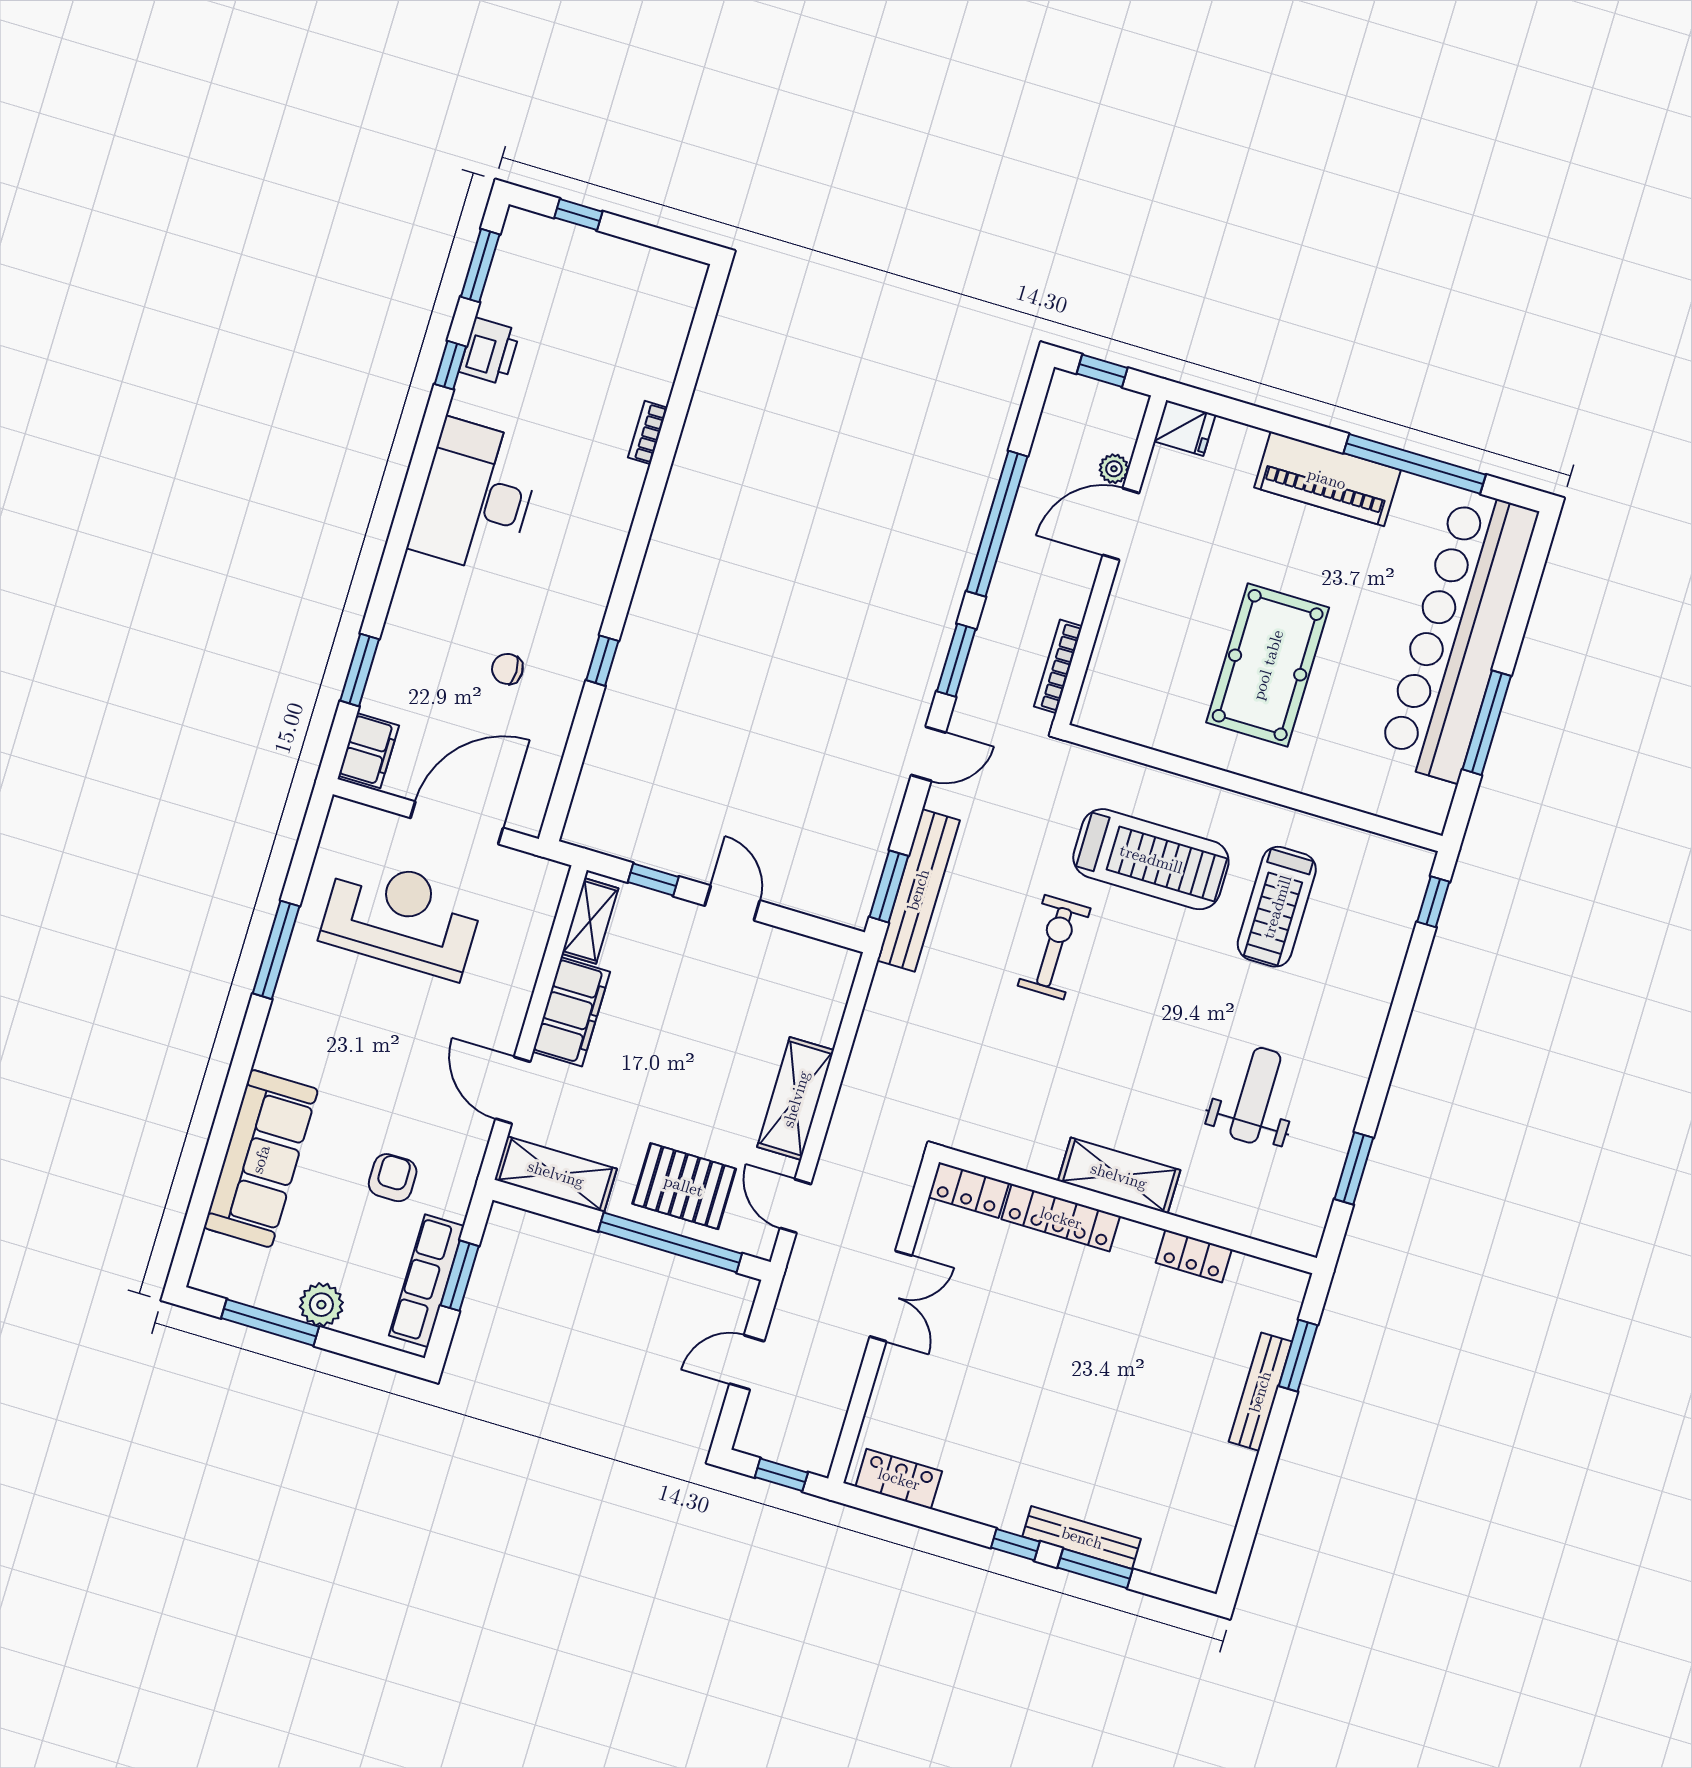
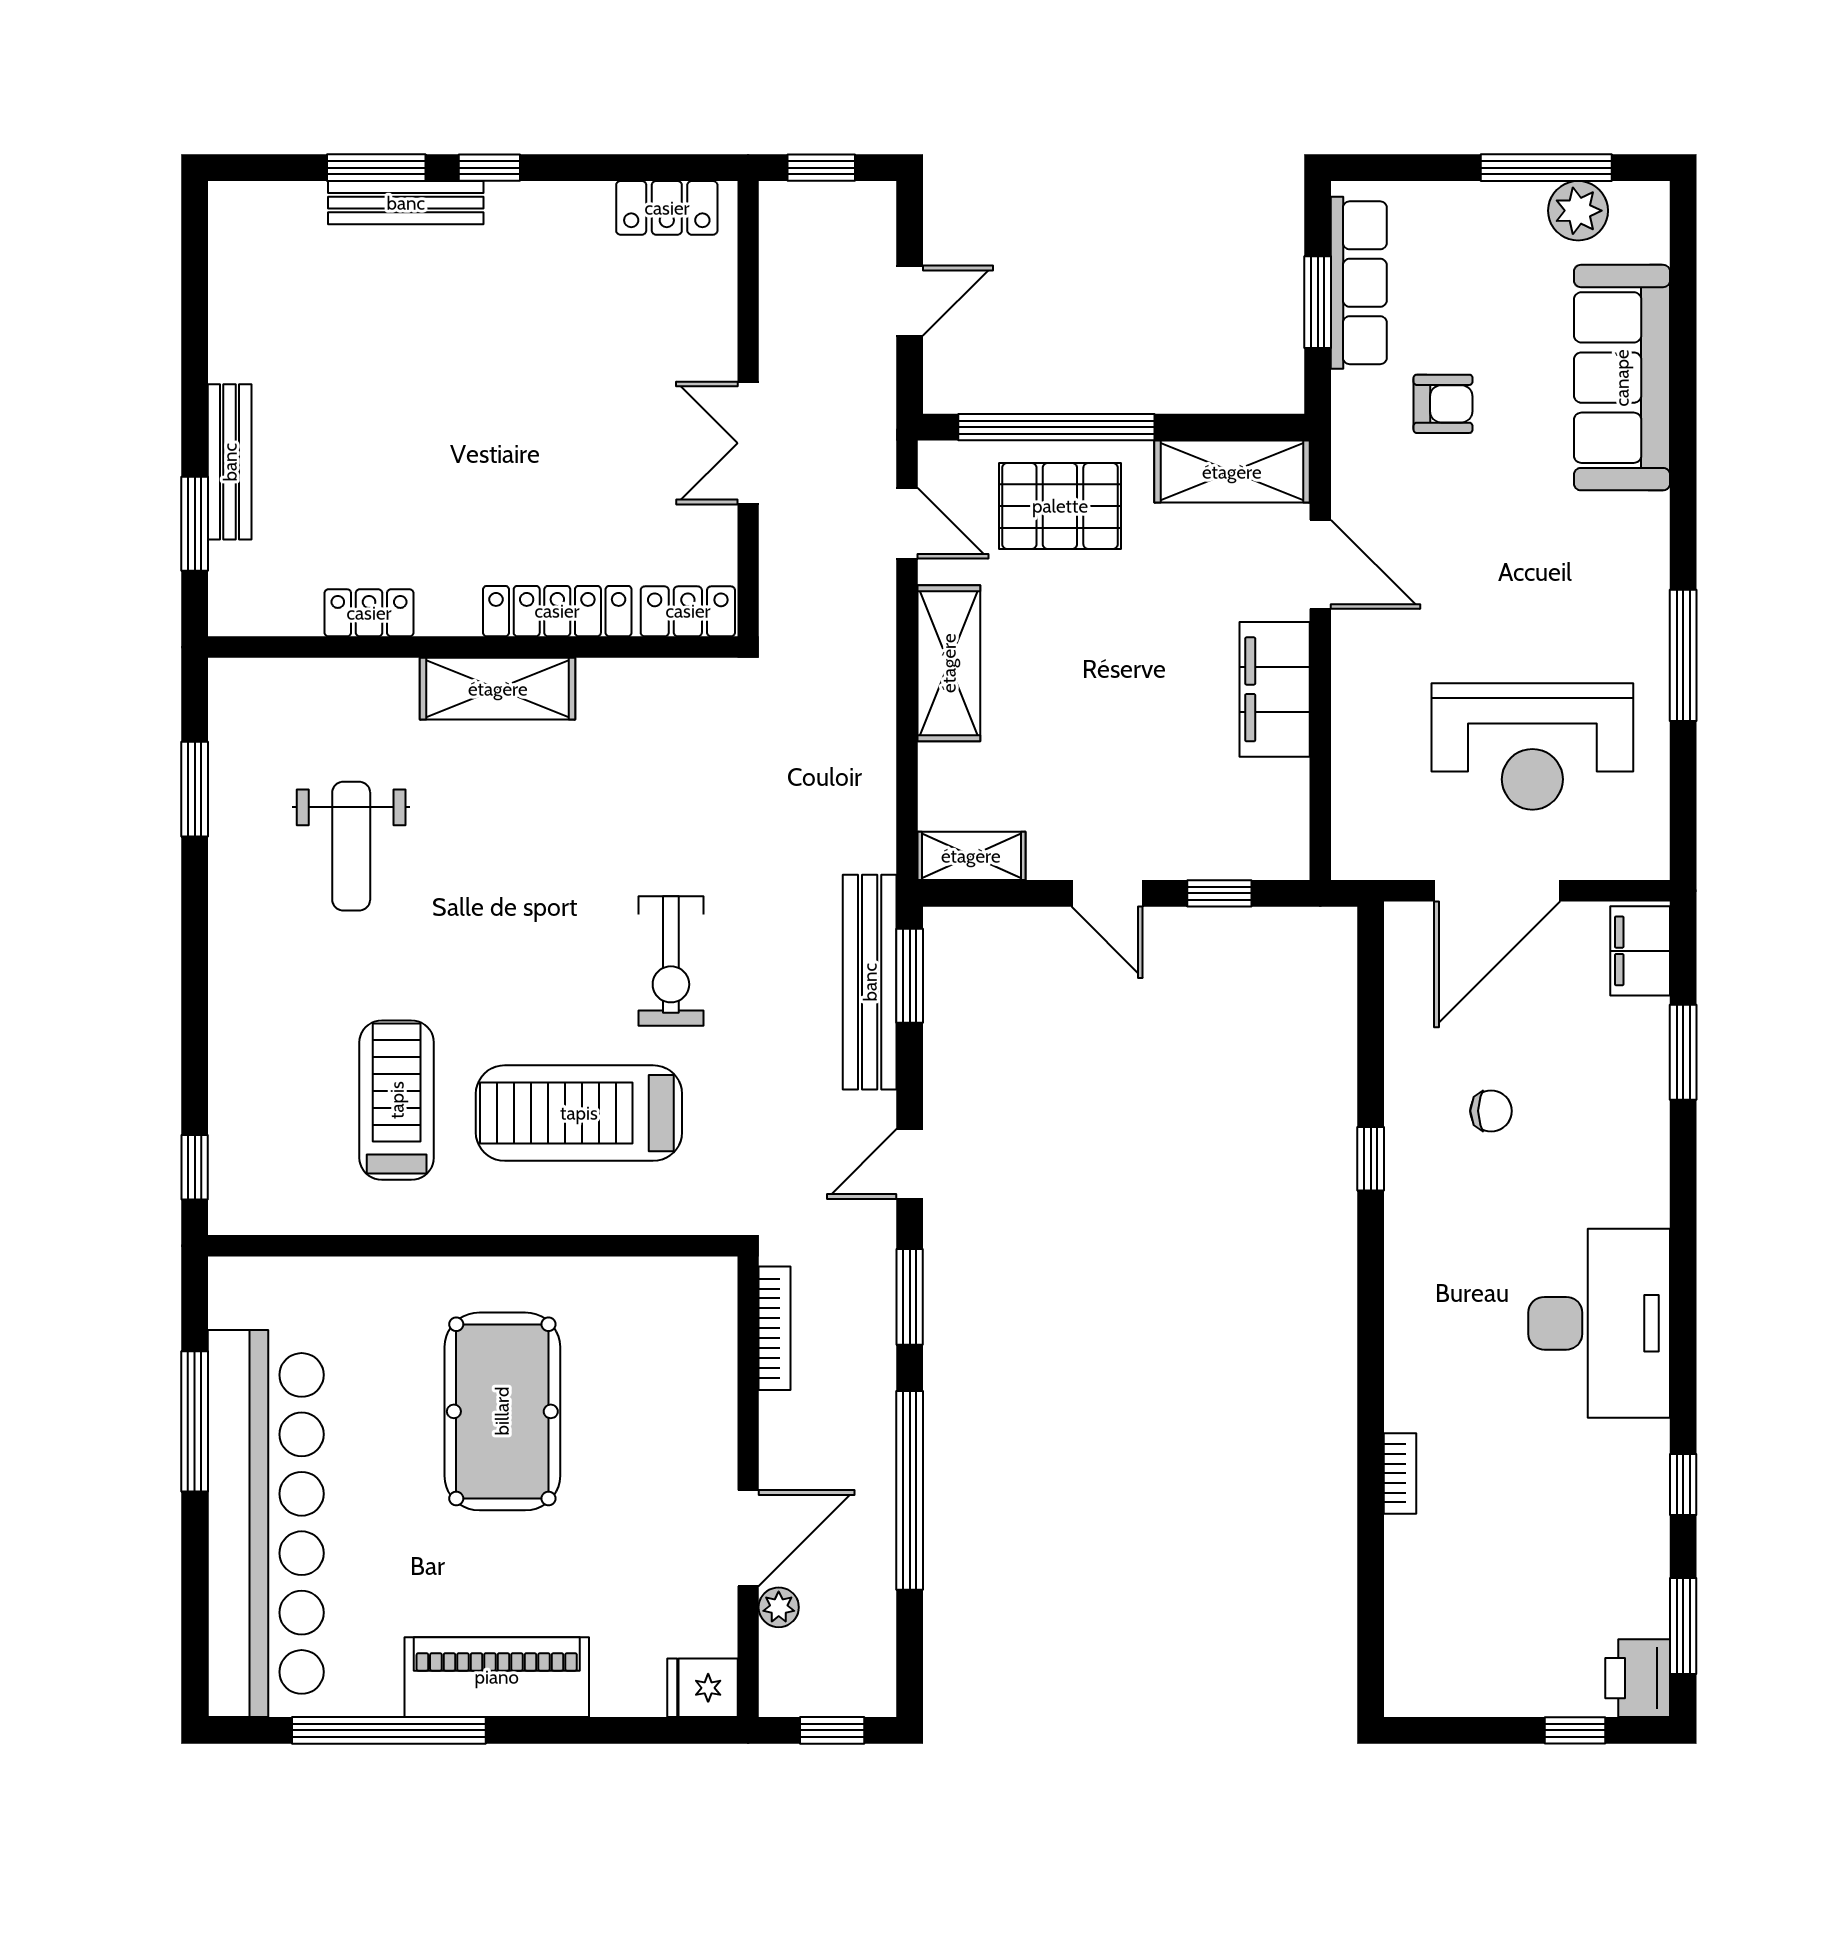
printer: (490, 351) -> (1638, 1678), moved
shelving: (590, 921) -> (971, 856), moved, turned 90
armchair: (393, 1178) -> (1443, 404), turned -90
plant: (321, 1305) -> (1578, 211), moved

